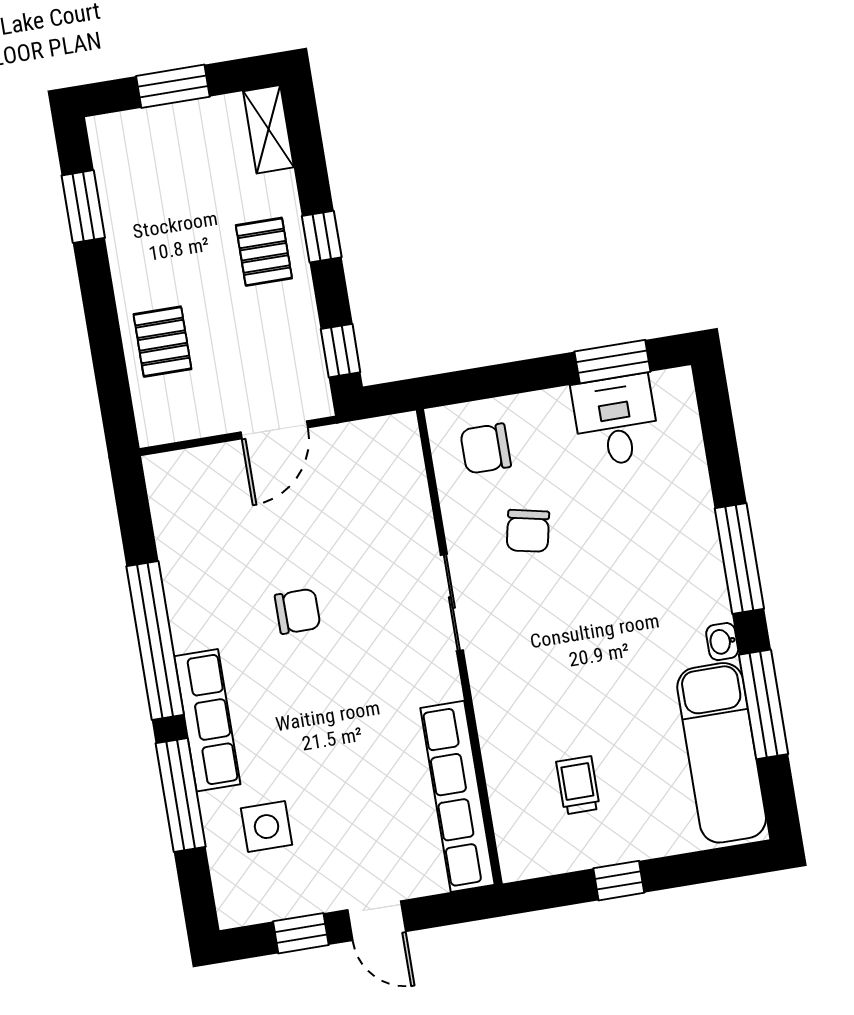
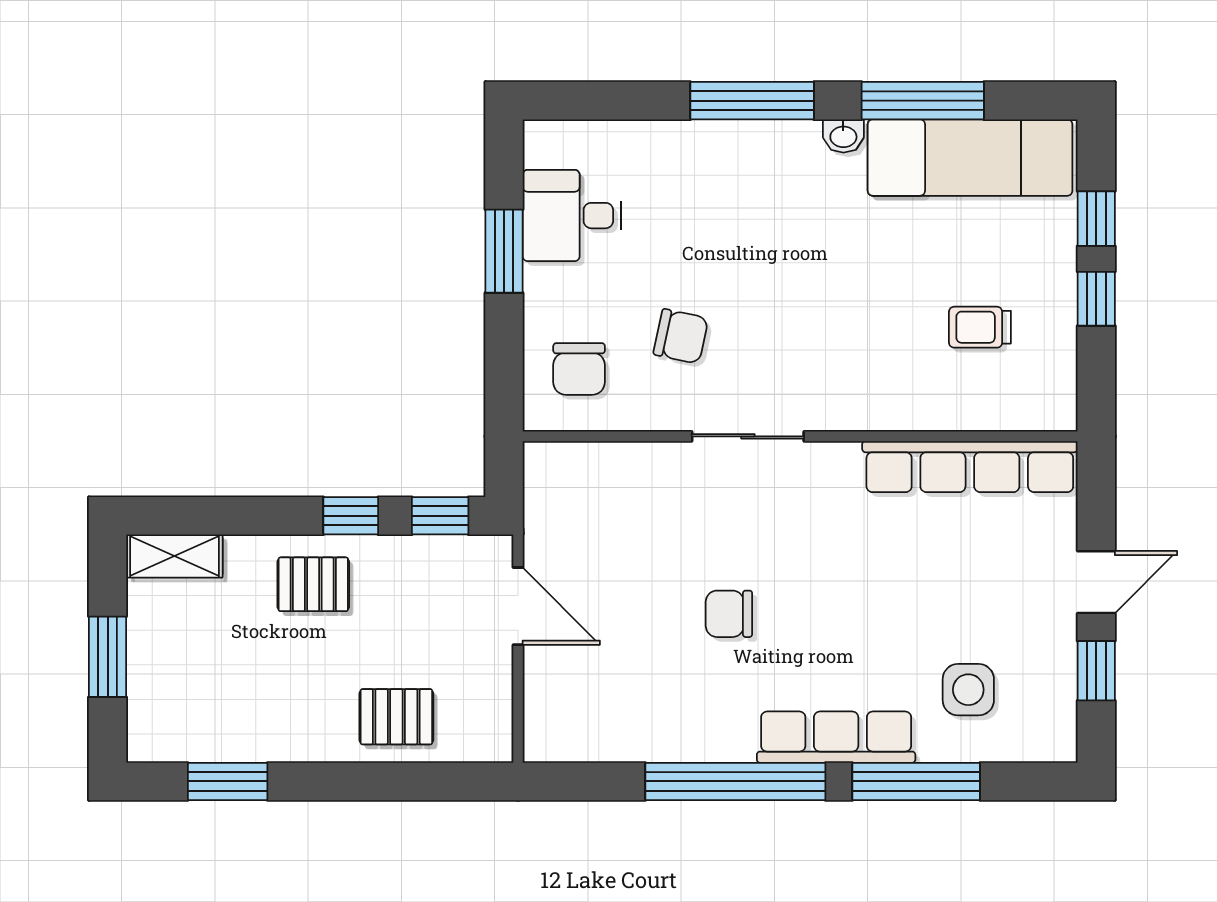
window: (322, 237) -> (351, 516), moved
window: (612, 362) -> (504, 251), moved
chair: (298, 611) -> (729, 614), turned -90
window: (687, 869) -> (1096, 219), added

